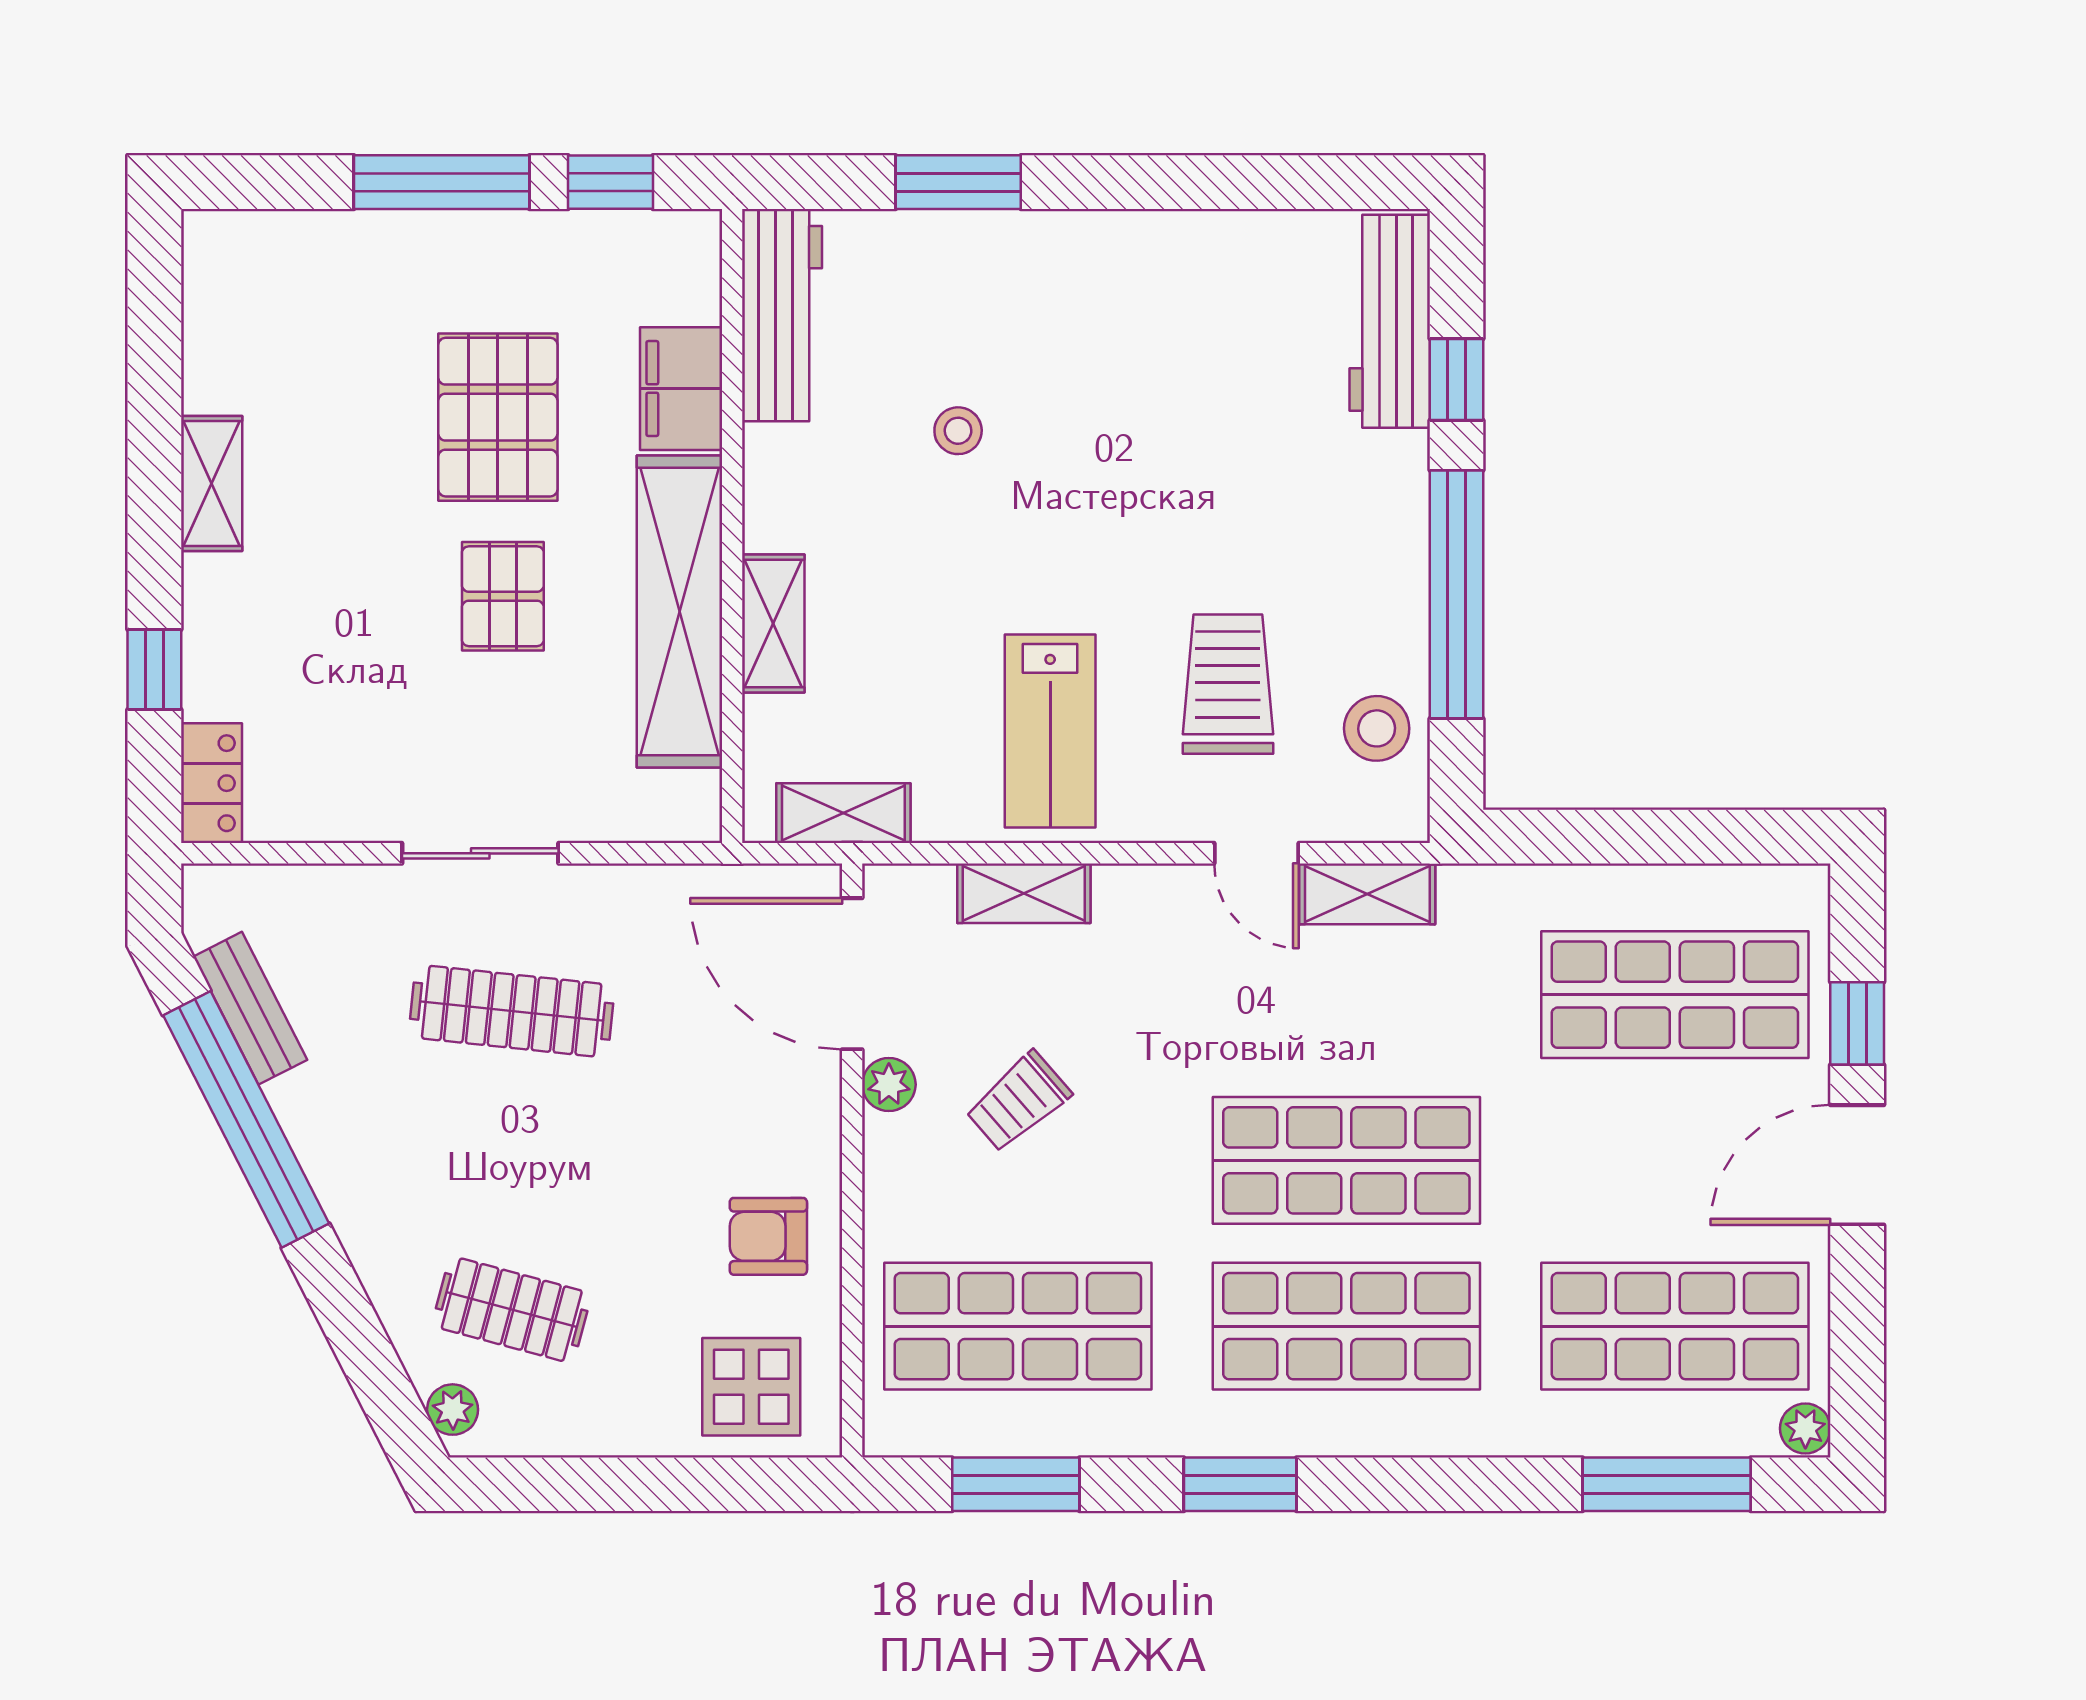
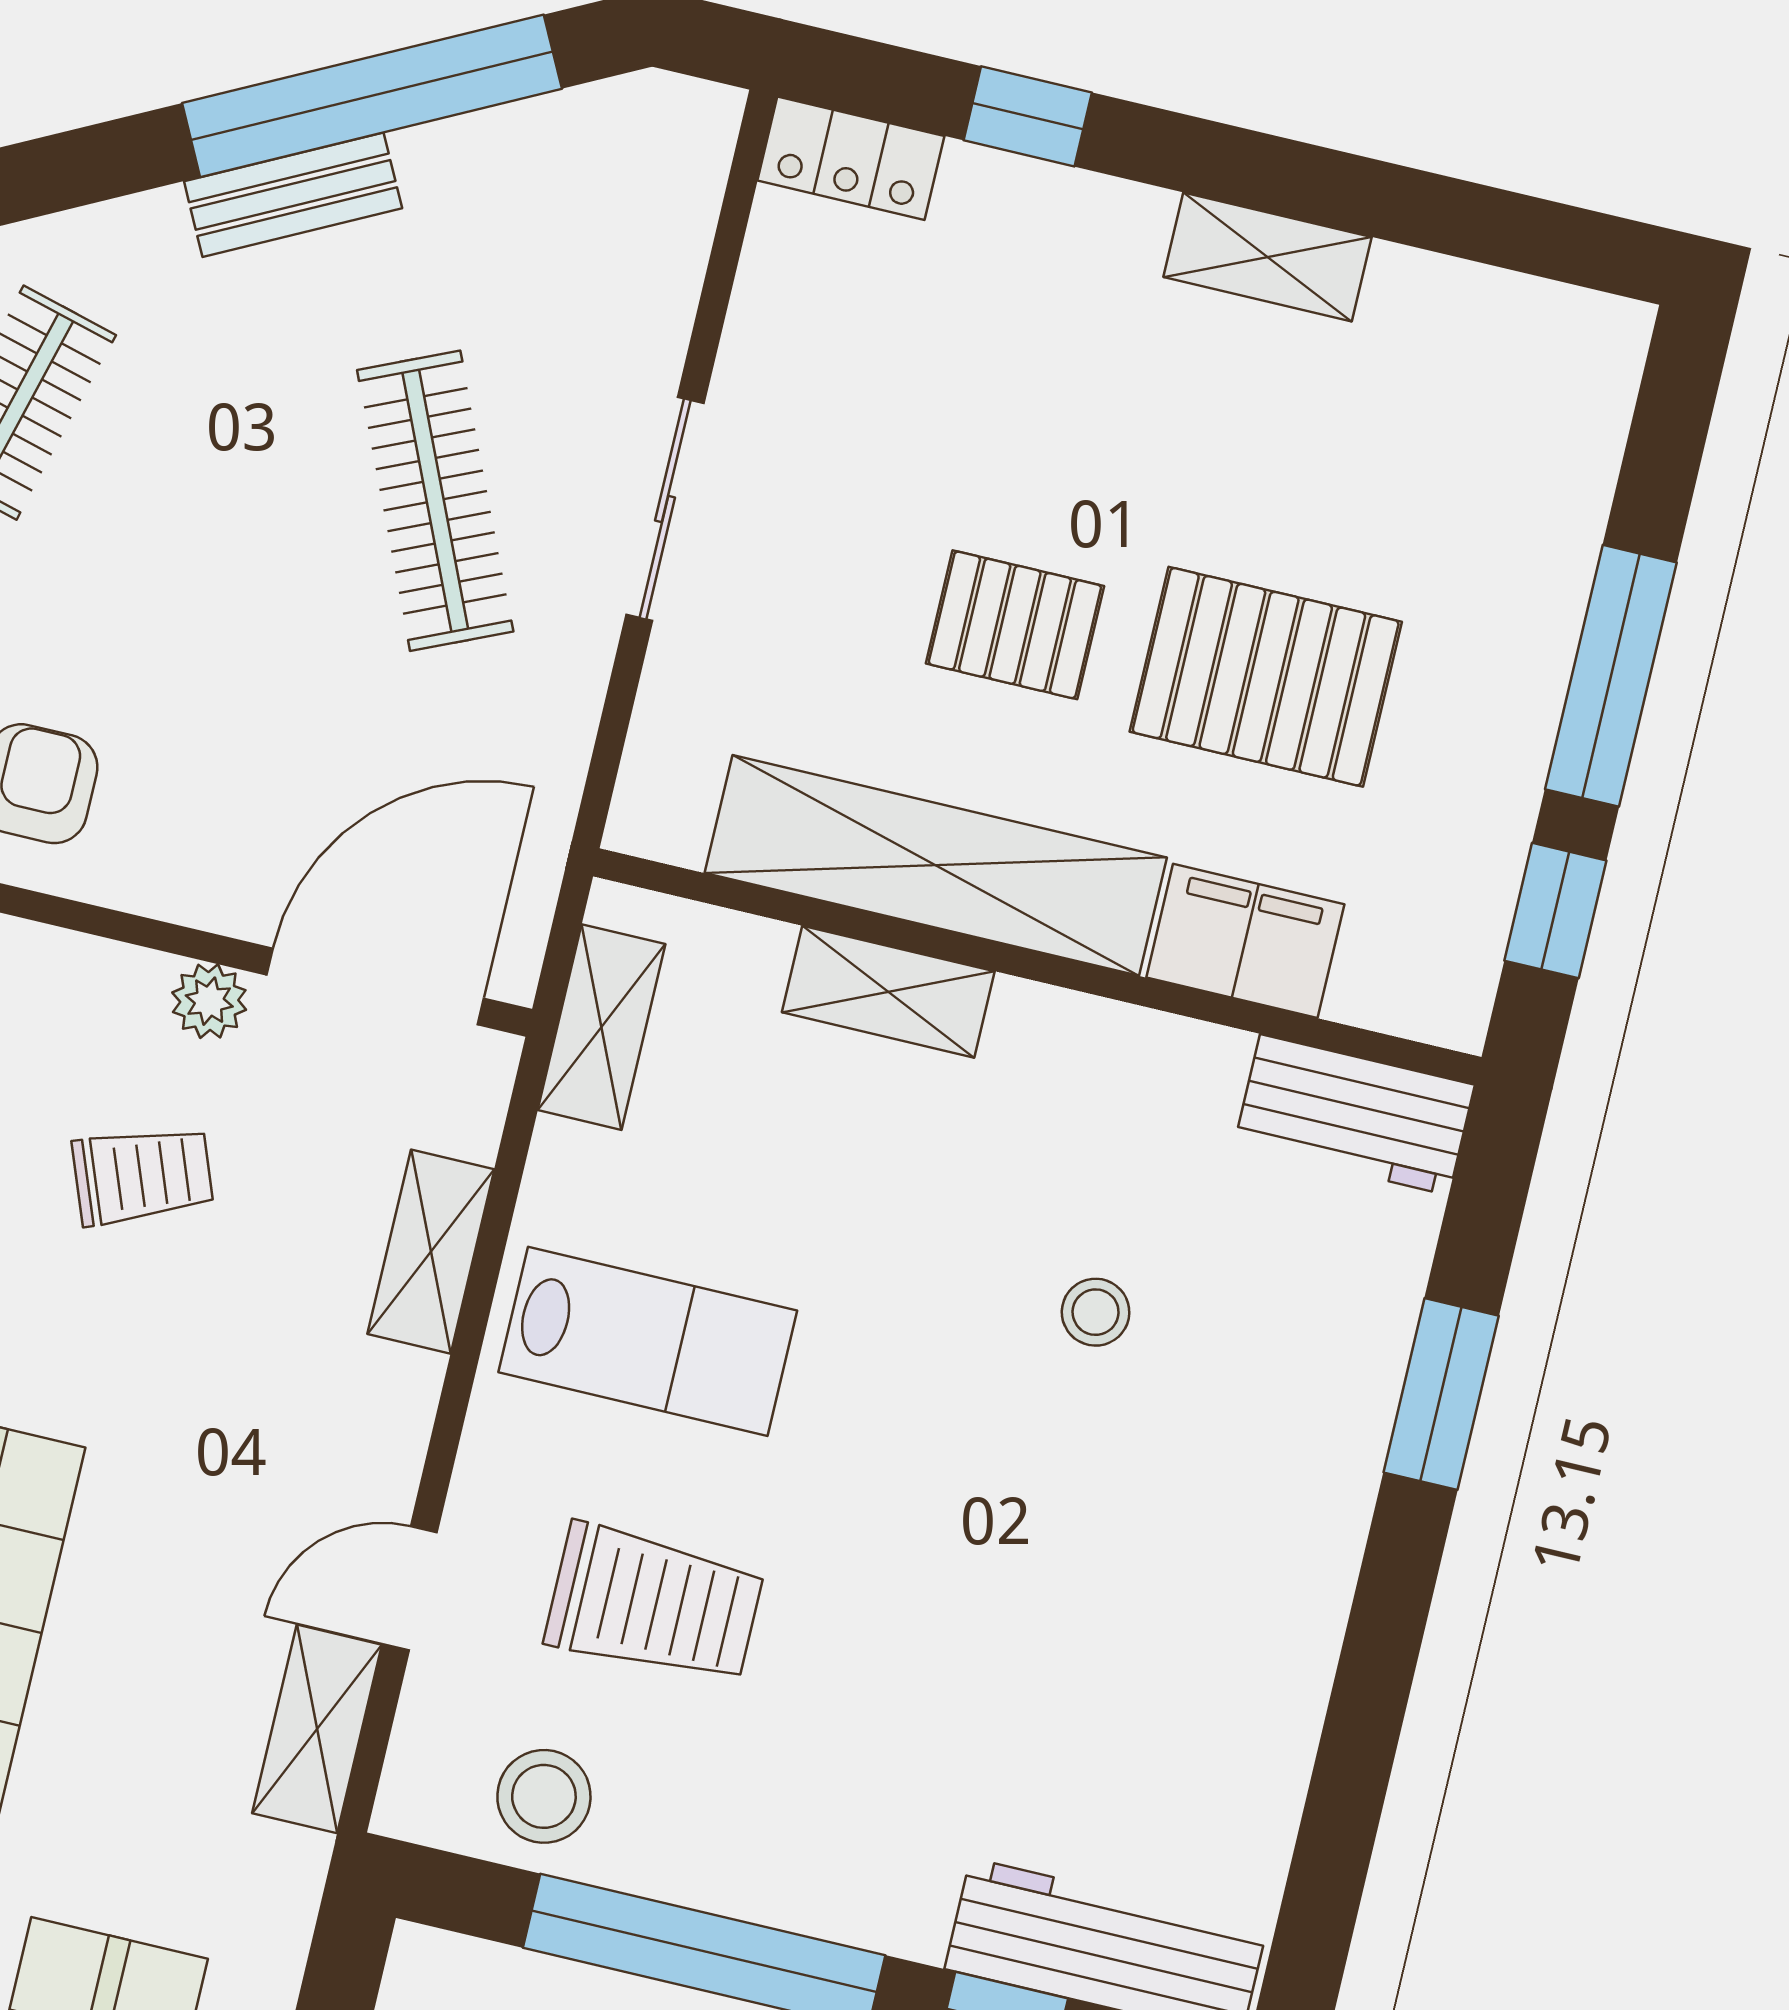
workbench: (782, 315) -> (1354, 1115), width x0.73
lab bench: (1050, 731) -> (648, 1341), turned 180
bench: (250, 1008) -> (293, 195), moved
clothes rail: (512, 1011) -> (435, 501), turned -30
trolley: (1018, 1102) -> (143, 1175), turned 110

